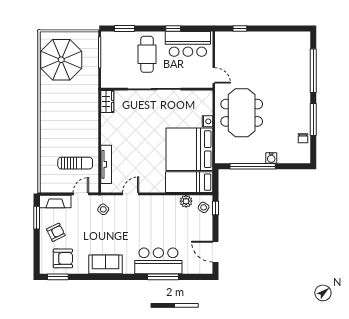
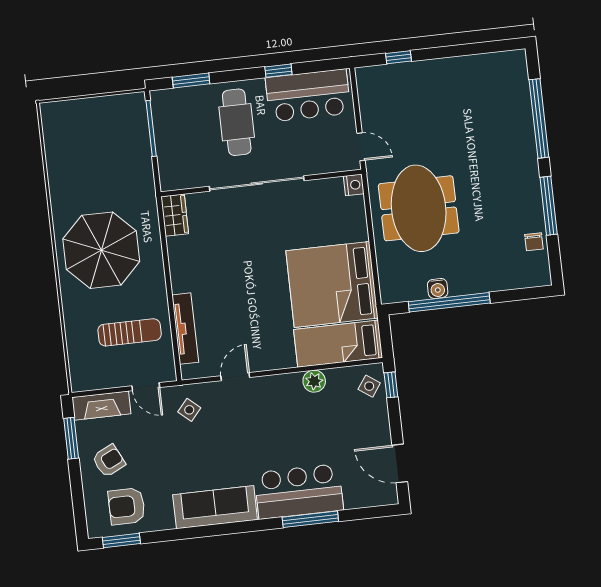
parasol: (61, 60) -> (101, 250), moved
nightstand: (207, 121) -> (354, 185), moved
water cooler: (271, 158) -> (438, 288), moved
door: (81, 194) -> (146, 387), swing flipped
plant: (186, 201) -> (314, 381), moved
armchair: (63, 258) -> (127, 506), turned 180
sofa: (105, 264) -> (215, 507), width x1.36

